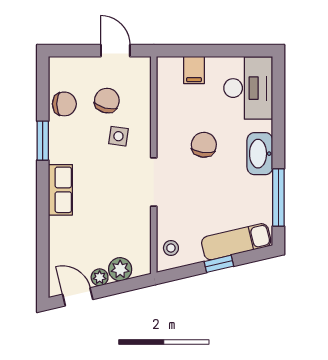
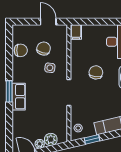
filing cabinet: (194, 70) -> (76, 32), moved
window: (43, 141) -> (9, 91), moved
window: (219, 264) -> (92, 139), moved

